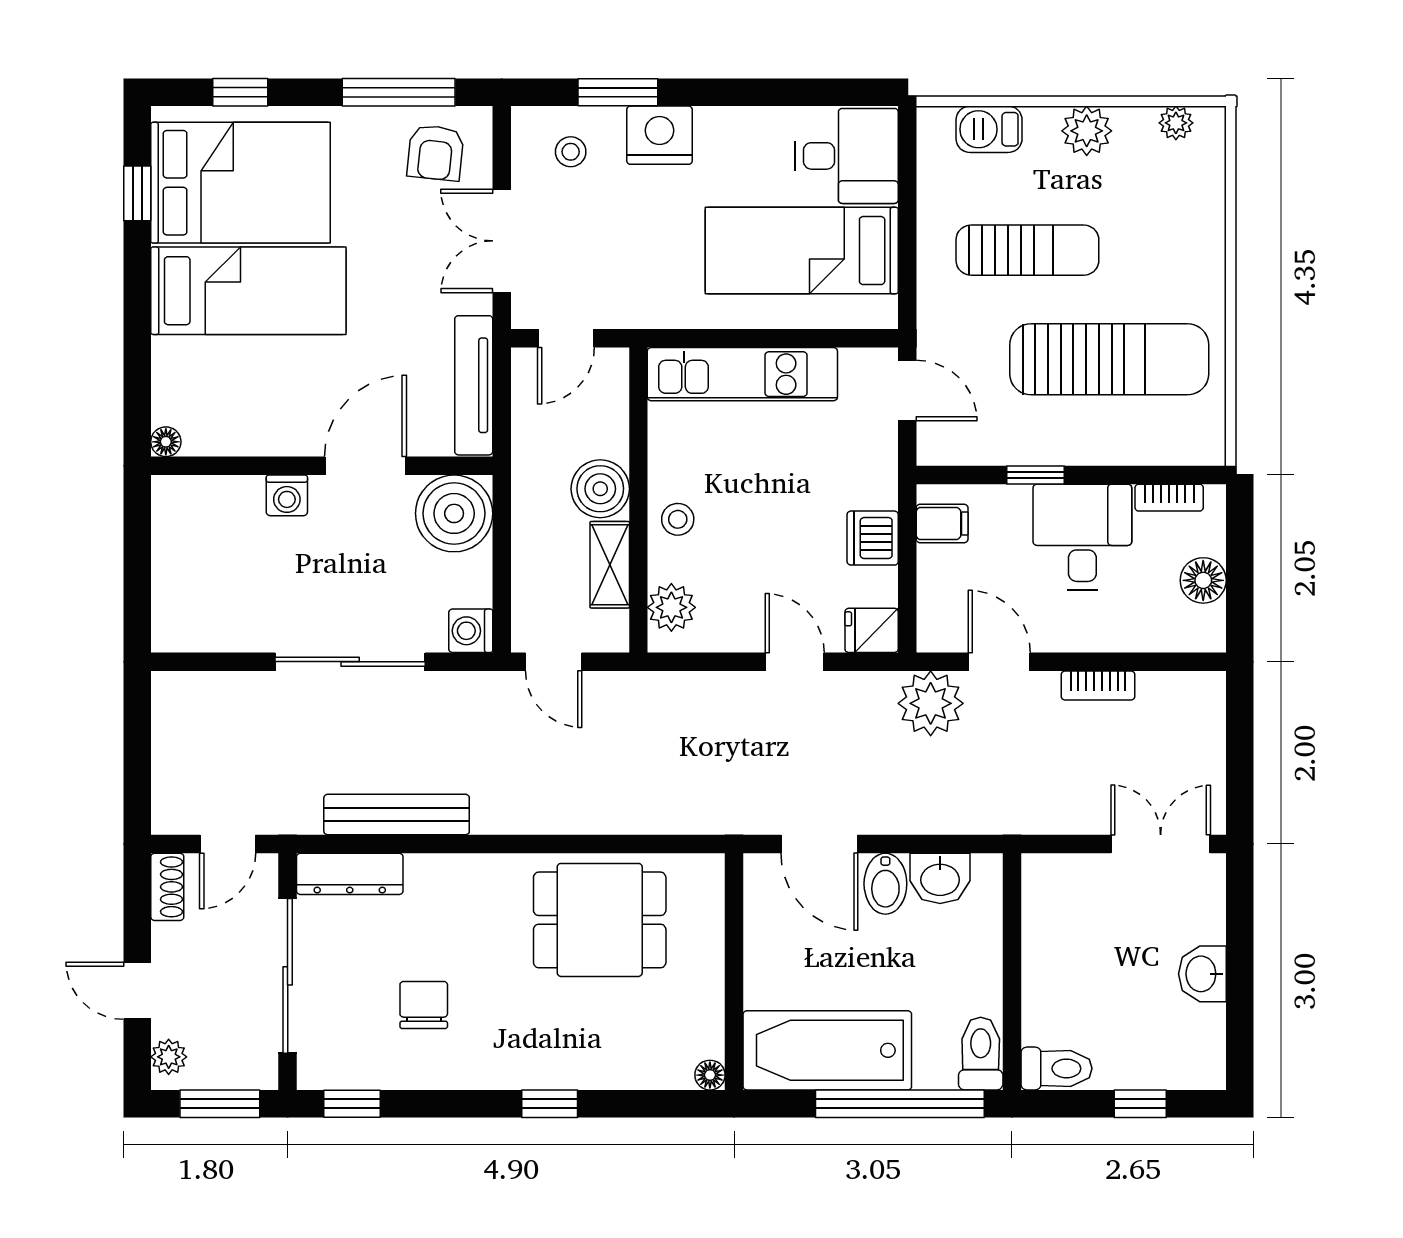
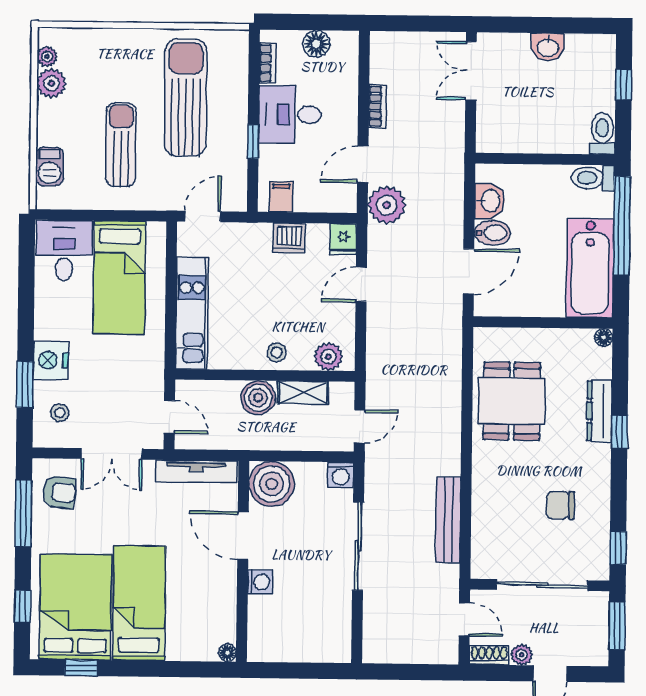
plant: (1087, 131) -> (51, 83), moved
dresser: (350, 874) -> (599, 411), moved, turned 180
plant: (169, 1057) -> (522, 655), moved

